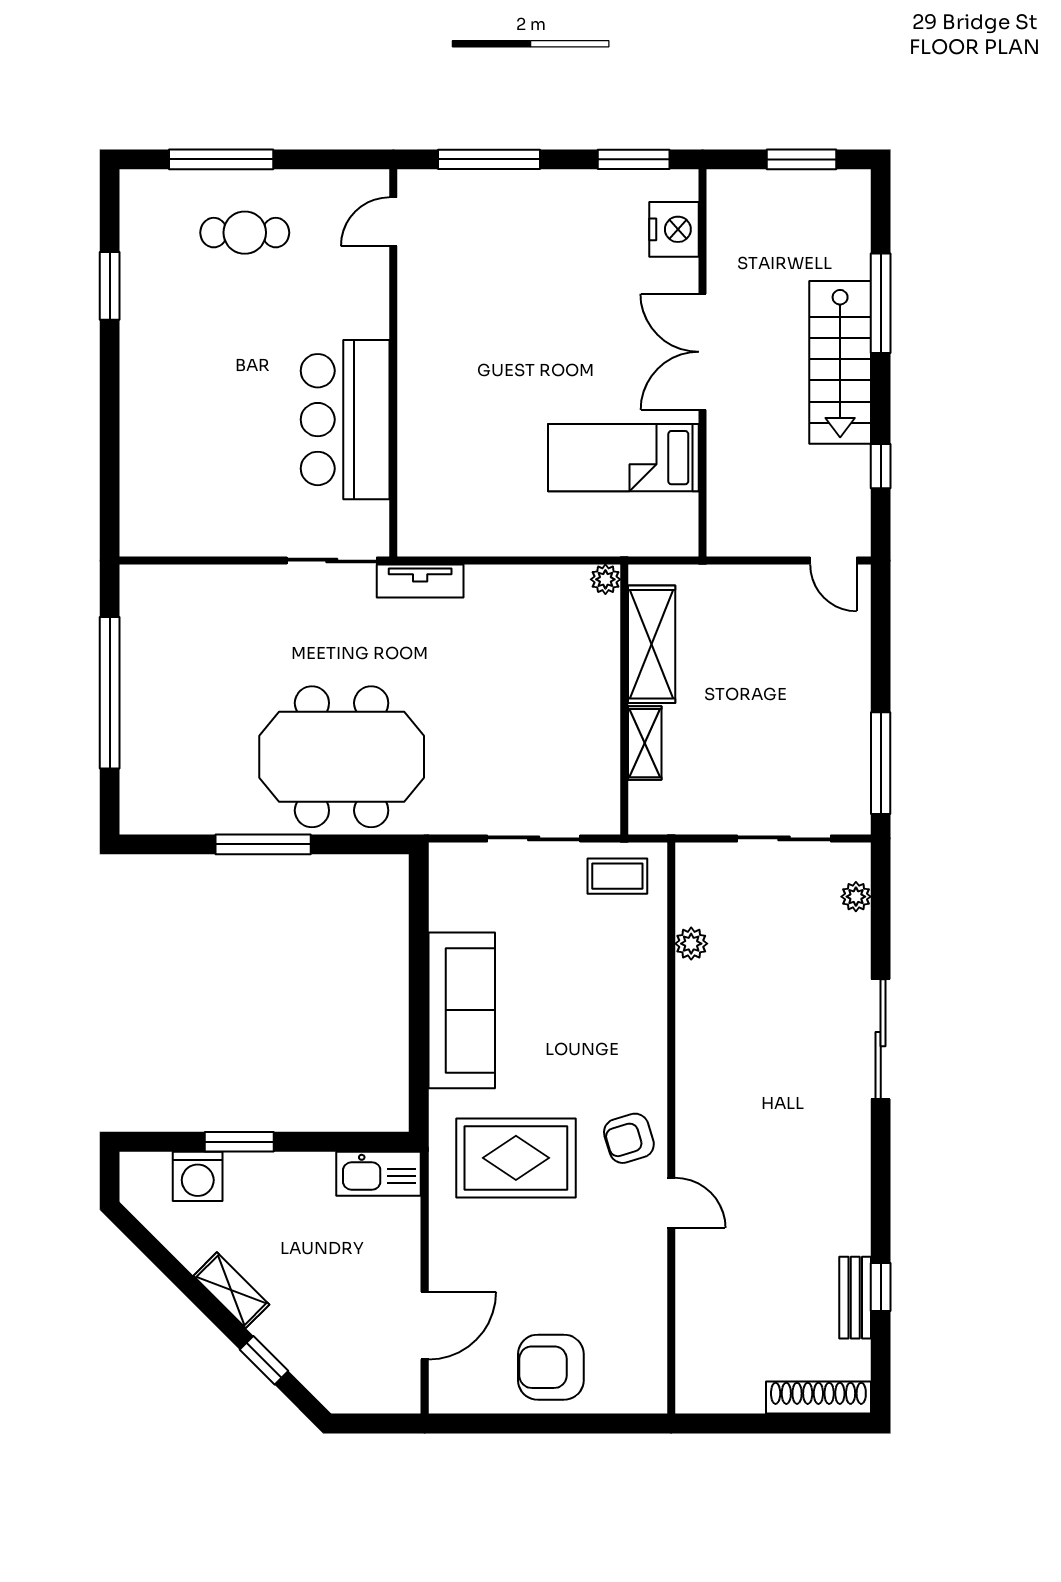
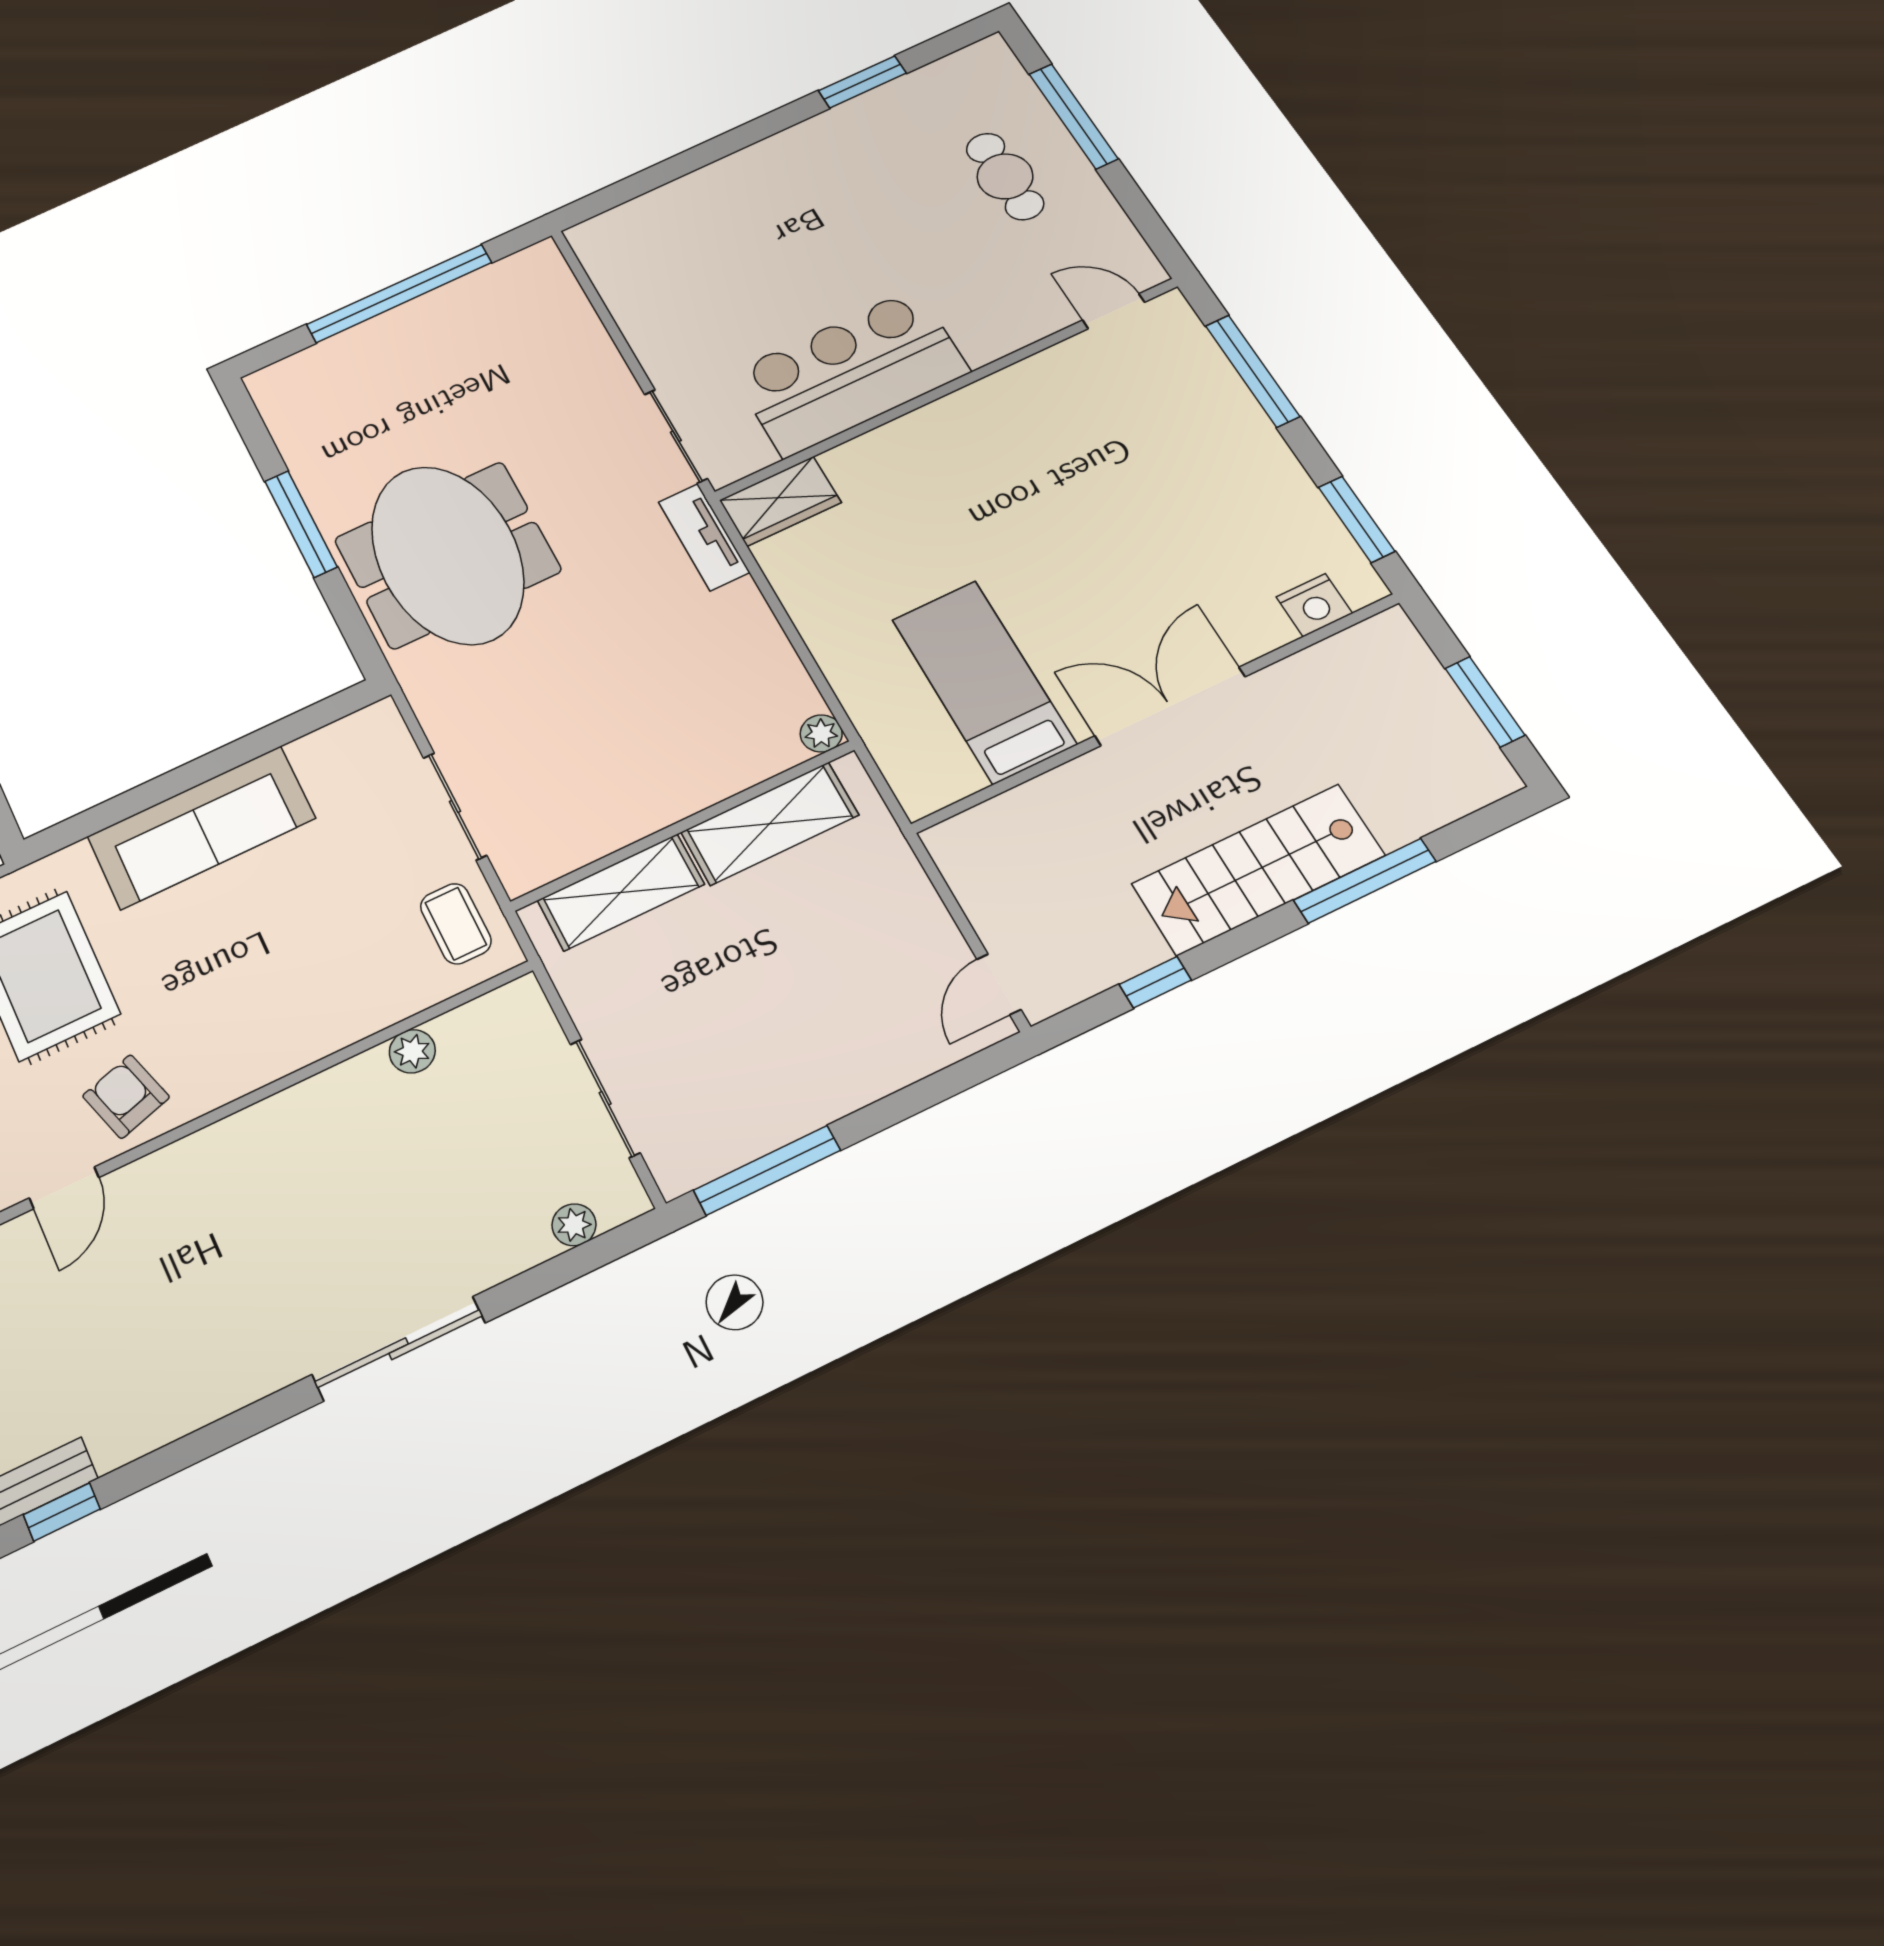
nightstand: (674, 229) -> (1314, 605), width x0.74, depth x0.75
wardrobe: (420, 517) -> (780, 501), added
shelving: (645, 743) -> (621, 892), width x1.50, depth x1.33

